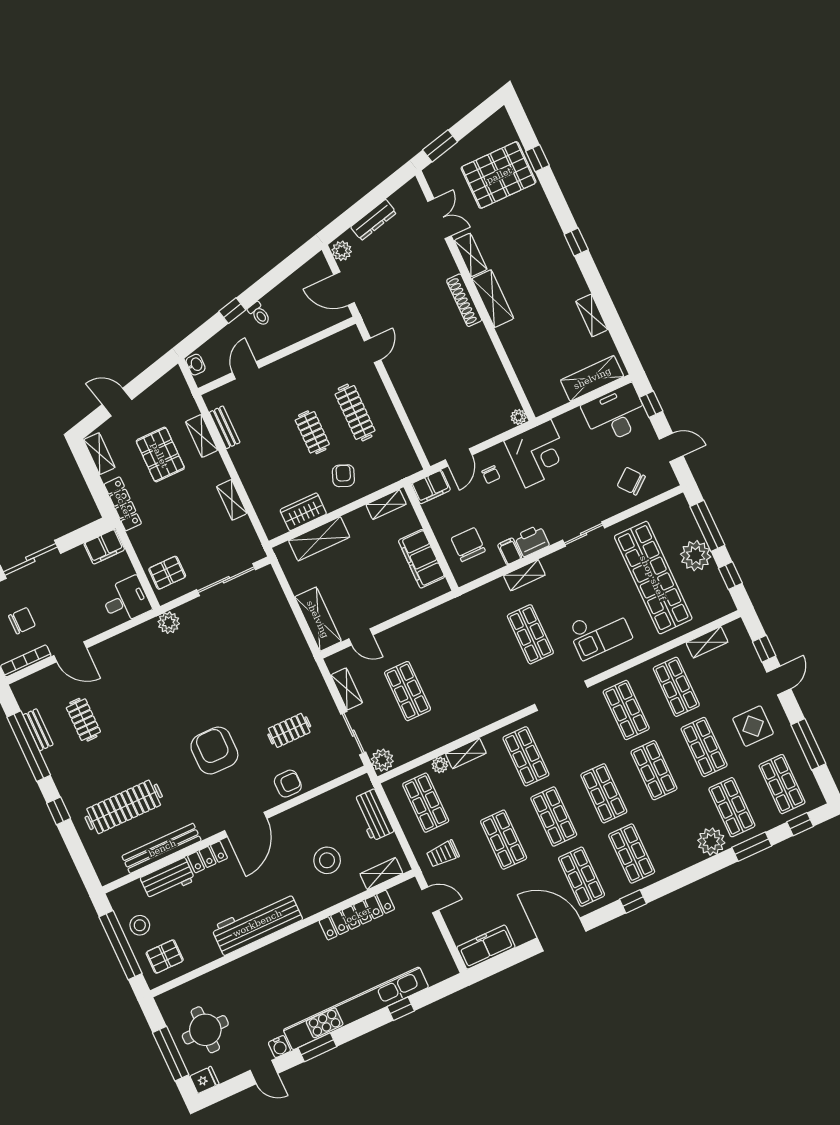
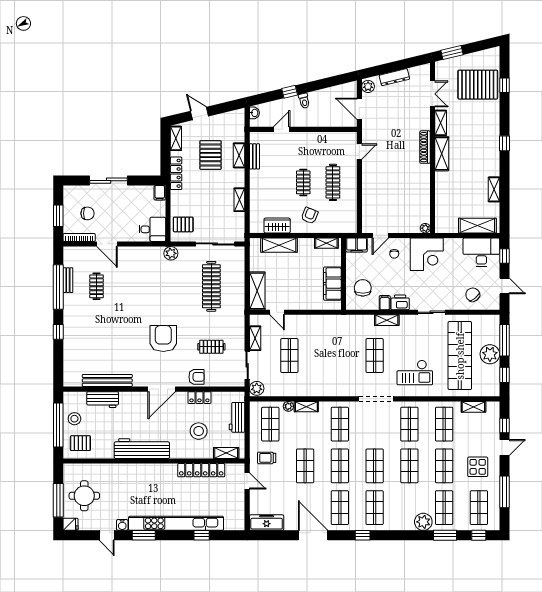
filing cabinet: (104, 547) -> (160, 193), width x0.50
clothes rail: (124, 807) -> (211, 286), moved, turned 90
locker: (208, 857) -> (199, 398), moved

